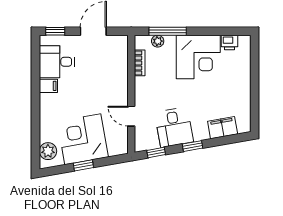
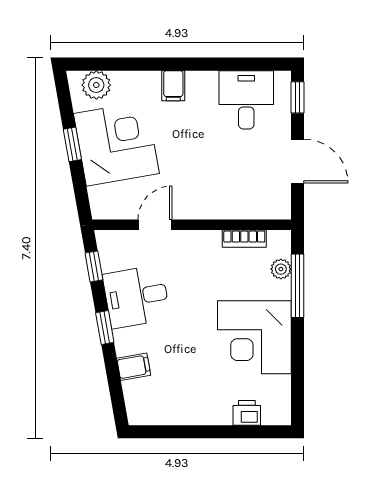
printer: (229, 42) -> (247, 413), moved, turned 90
filing cabinet: (48, 86) -> (173, 86), moved
filing cabinet: (223, 128) -> (134, 367), width x0.50

